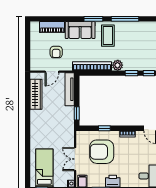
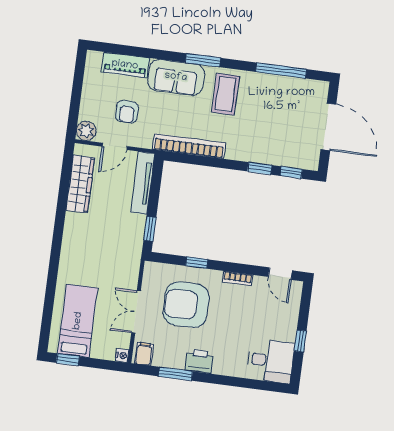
window: (125, 19) -> (281, 70), moved
plant: (118, 65) -> (86, 131), moved

